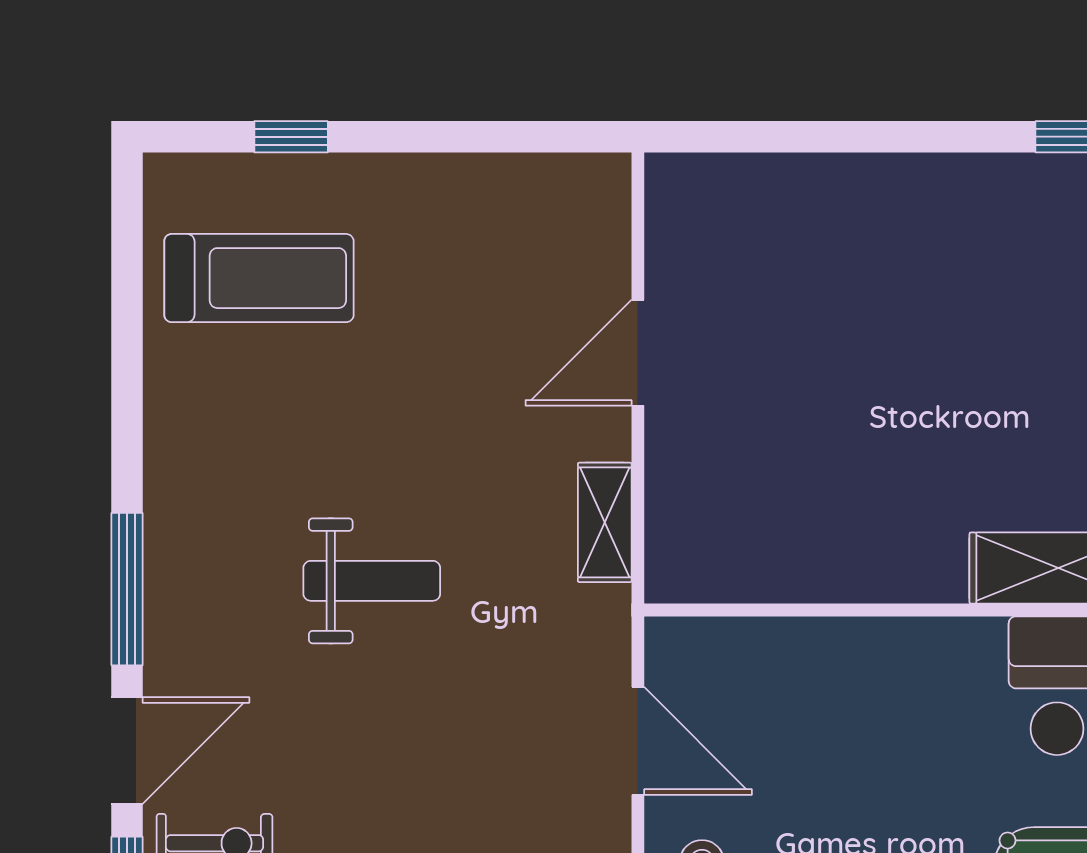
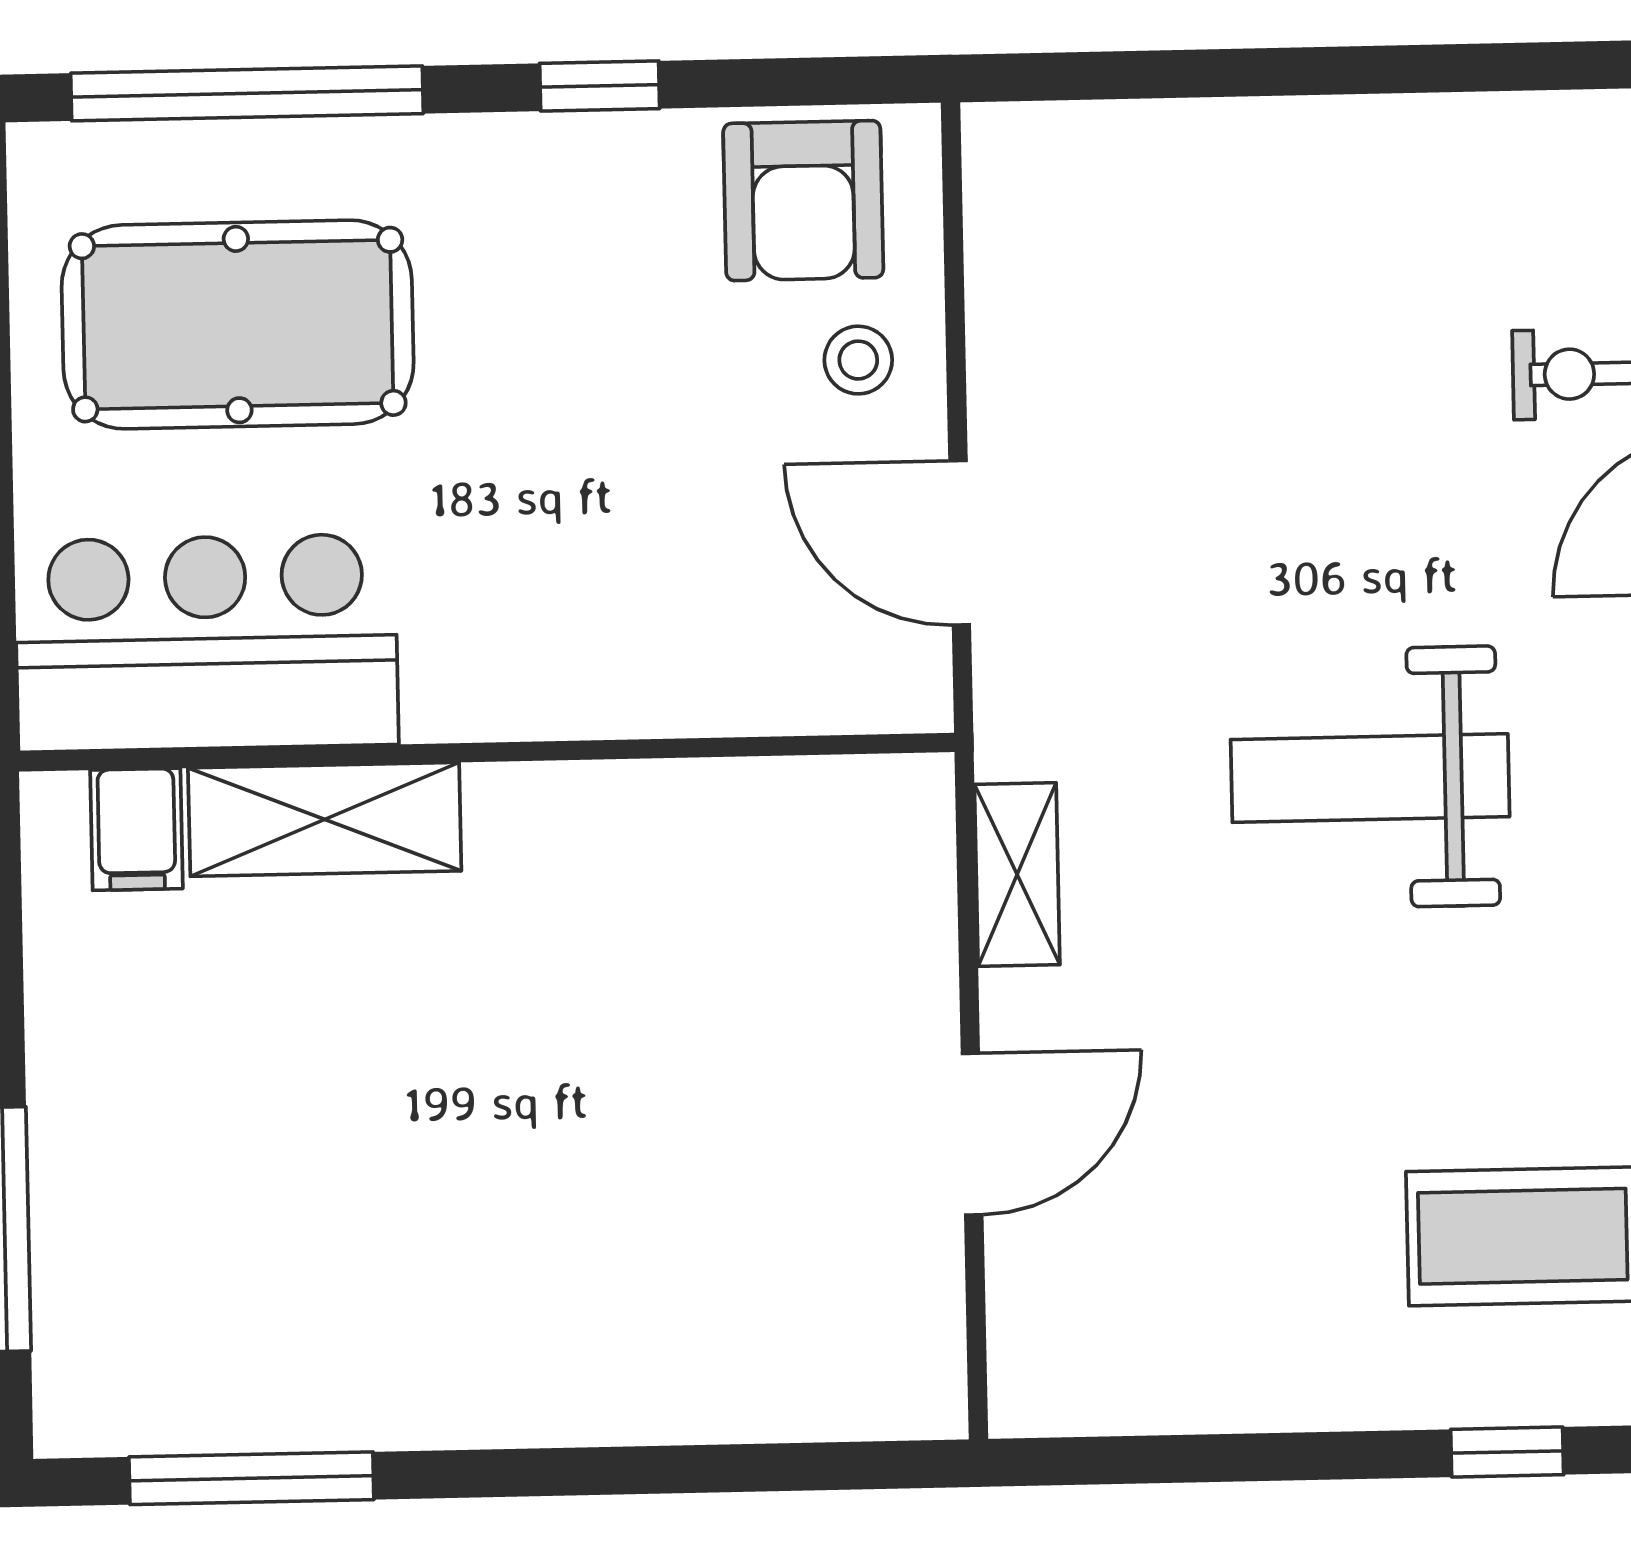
weight bench: (372, 581) -> (1370, 778), width x1.36, depth x1.33

